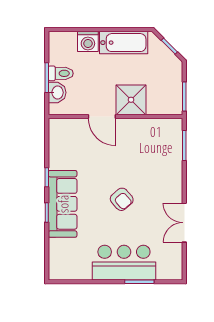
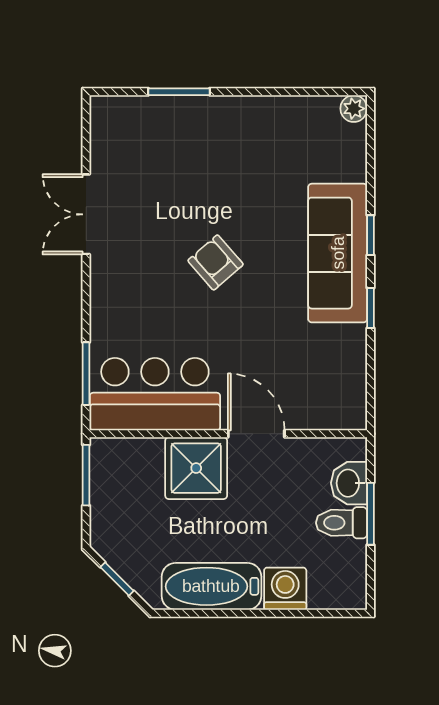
double door: (184, 223) -> (86, 214), swing flipped
bar counter: (124, 263) -> (155, 394), moved, turned 180
plant: (55, 274) -> (354, 109), added

